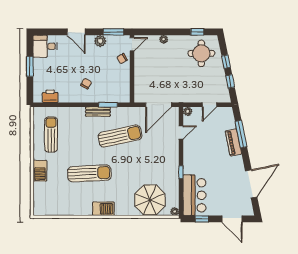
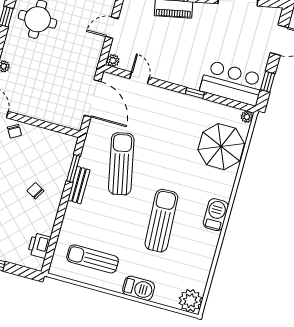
door: (209, 105) -> (112, 28), swing flipped
plant: (41, 208) -> (190, 301), added

